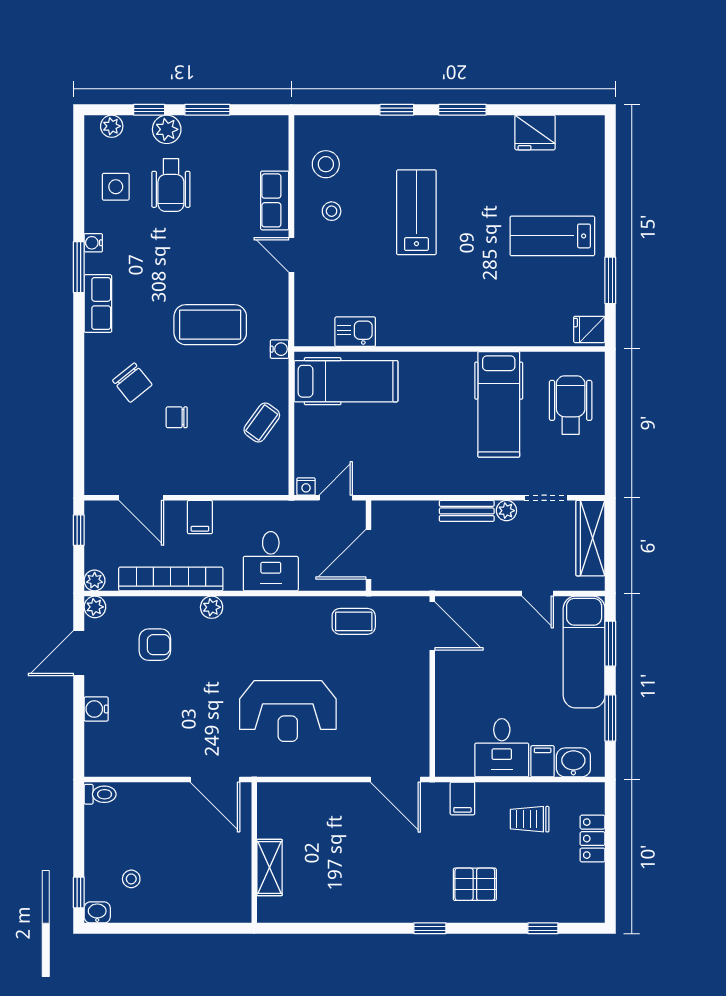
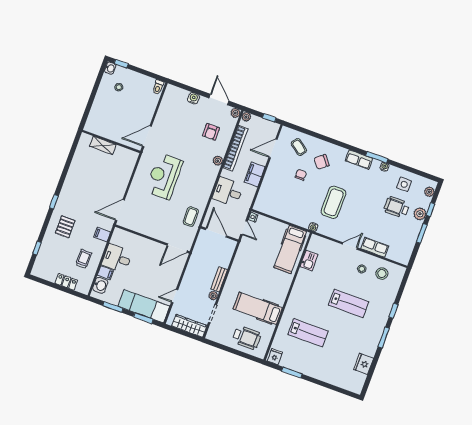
lab bench: (552, 236) -> (308, 333), moved, turned 90
coffee table: (262, 423) -> (299, 147), moved
filing cabinet: (200, 517) -> (255, 174), width x2.00

